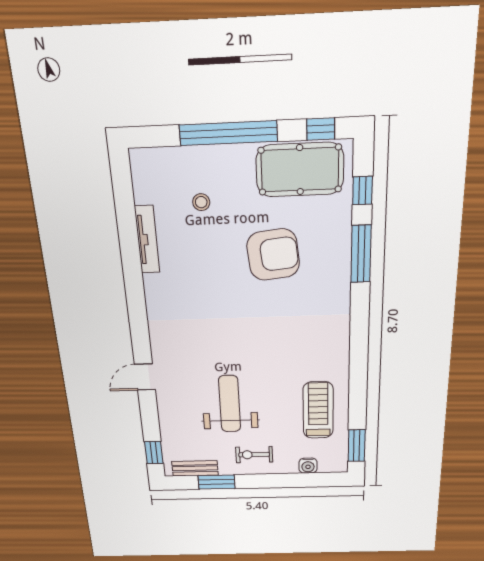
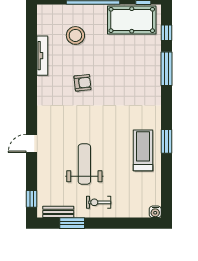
stool: (201, 202) -> (75, 35), width x1.89, depth x1.89
armchair: (273, 255) -> (82, 83), moved, width x0.53, depth x0.53
treadmill: (318, 410) -> (143, 150), moved
window: (357, 446) -> (167, 141), moved
water cooler: (308, 466) -> (155, 212), moved

